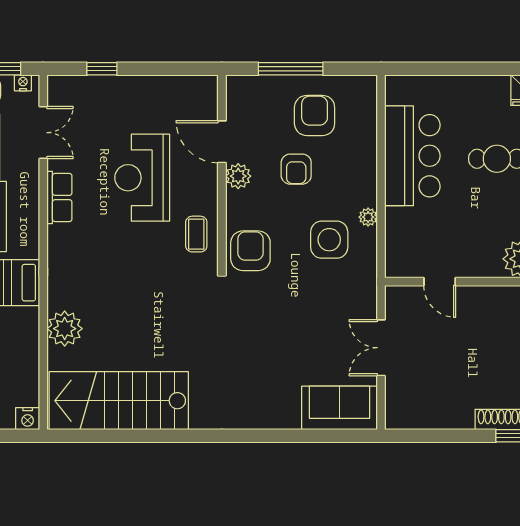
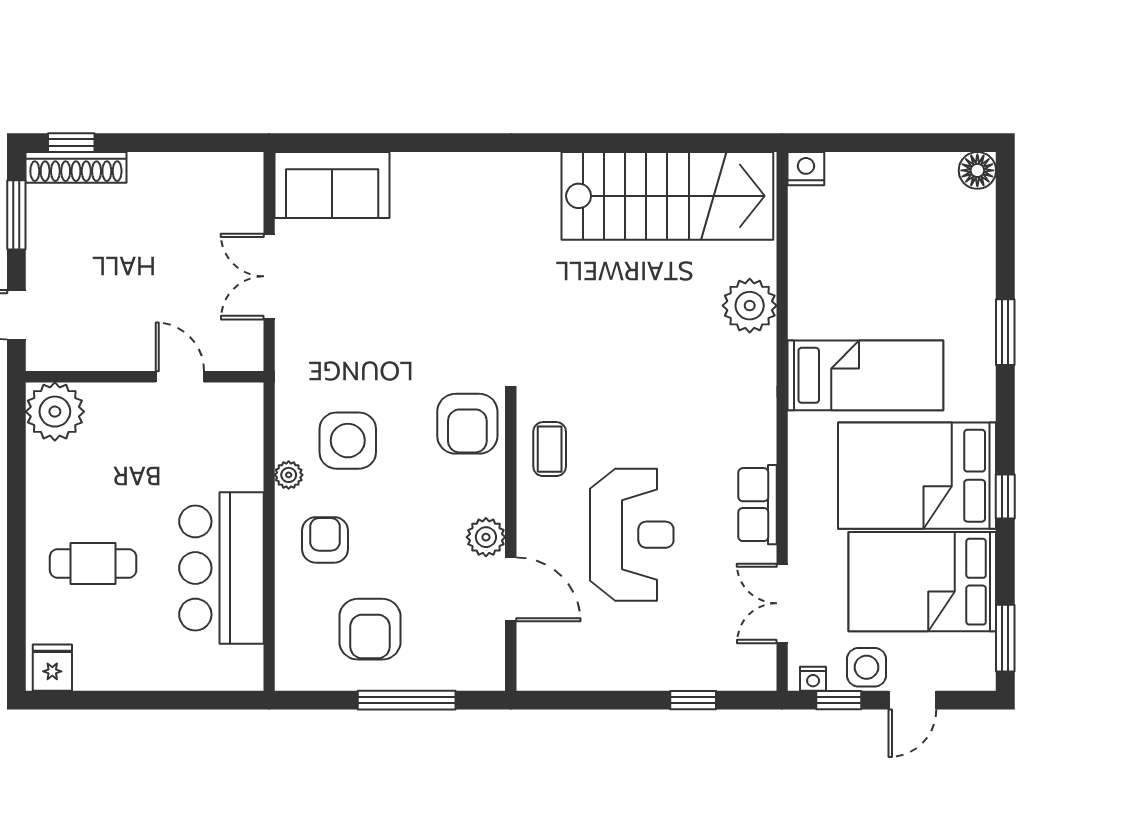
armchair: (296, 169) -> (325, 540), moved
double door: (381, 348) -> (269, 276), swing flipped

